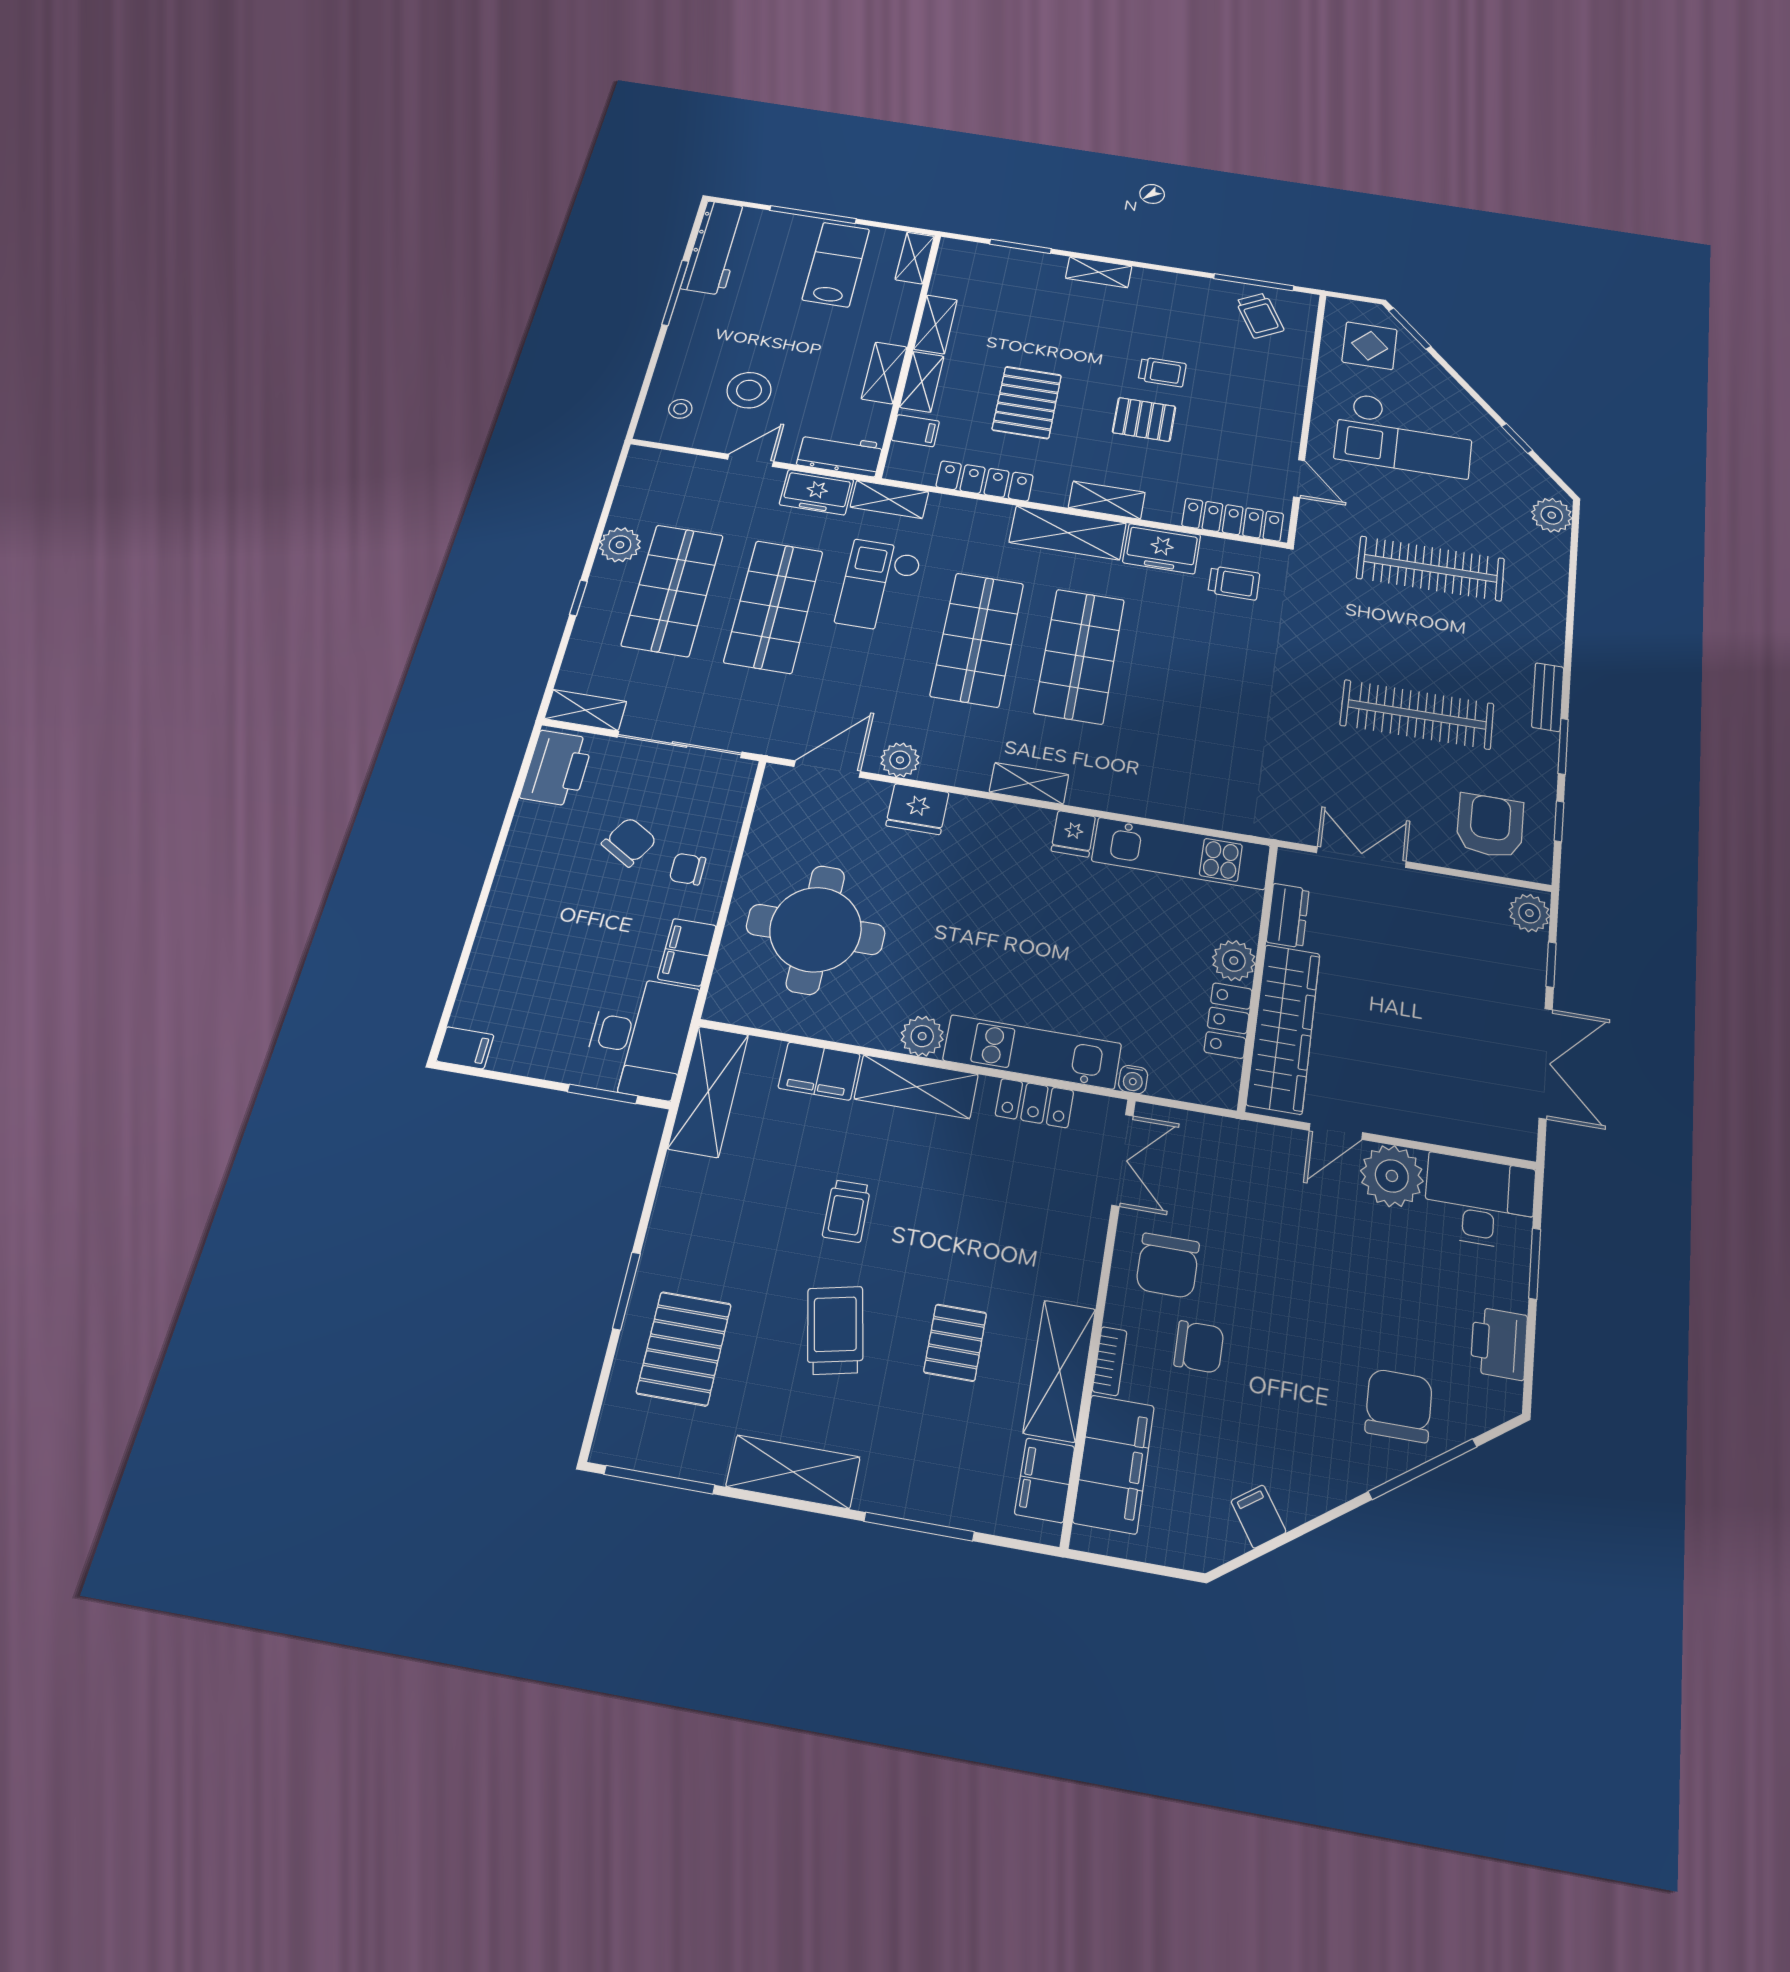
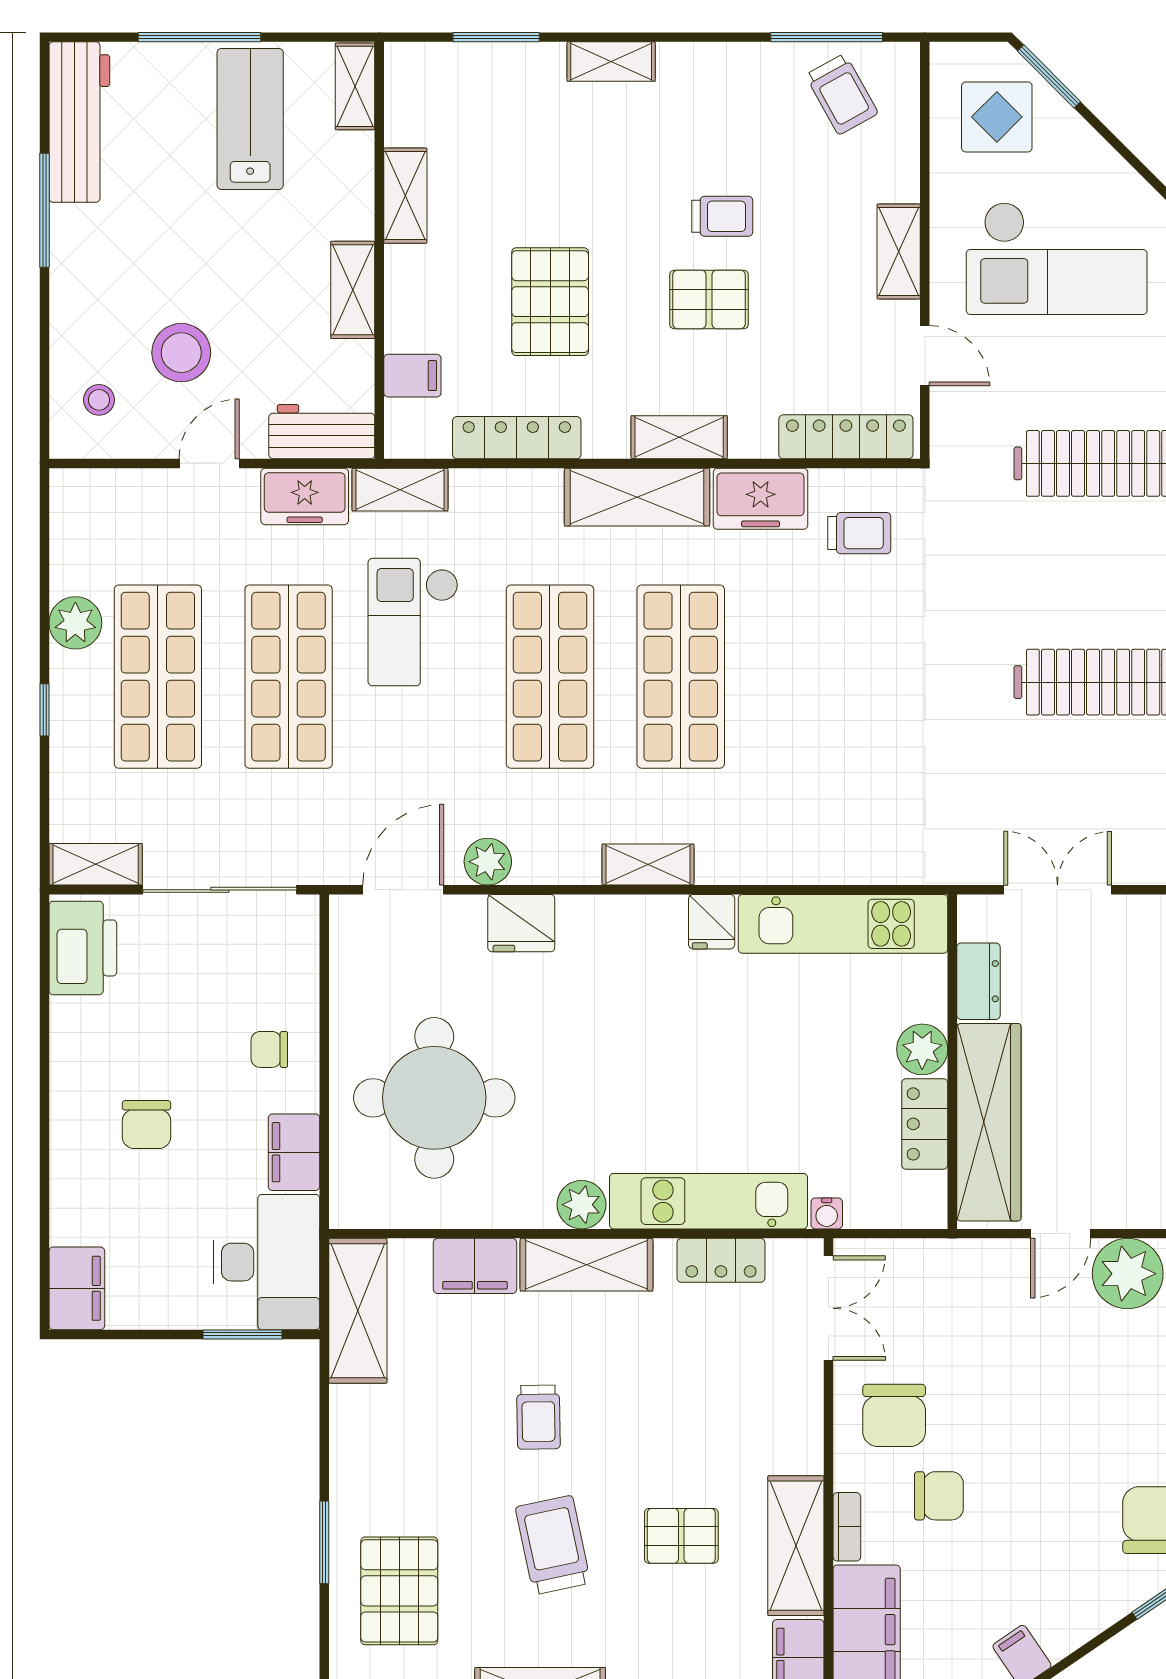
shelving: (922, 382) -> (899, 251), moved
chair: (629, 842) -> (146, 1125), moved, turned 149
filing cabinet: (465, 1048) -> (77, 1288), width x2.00
pallet: (955, 1343) -> (681, 1536), turned 90

